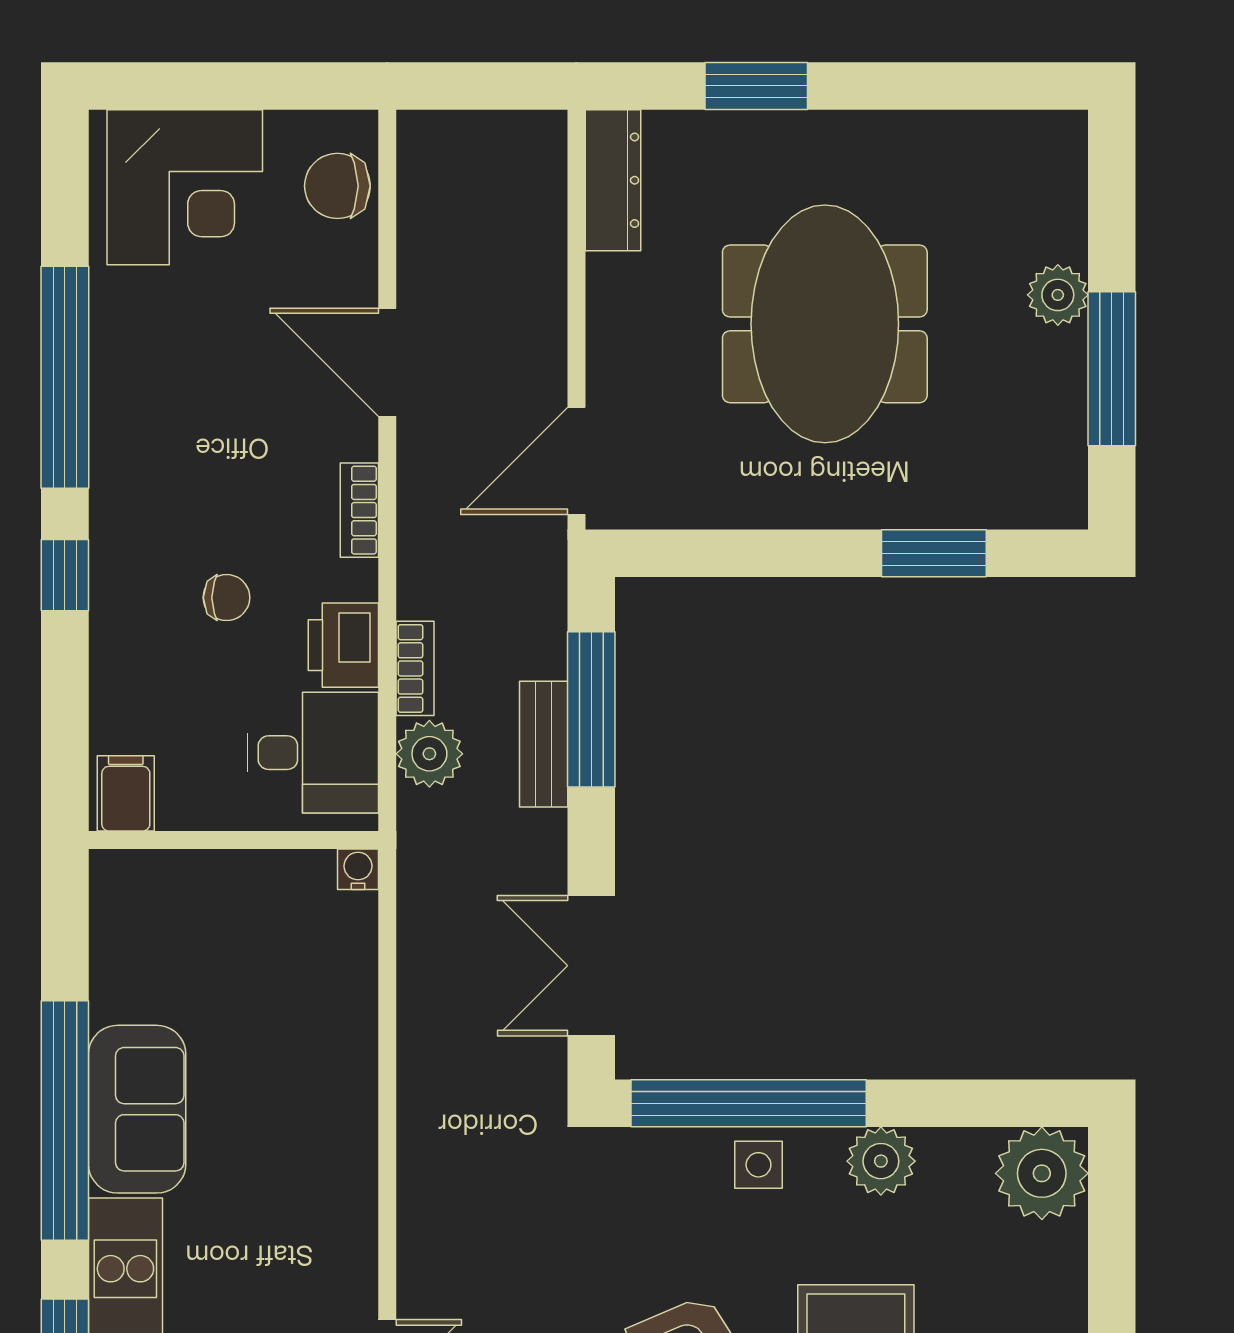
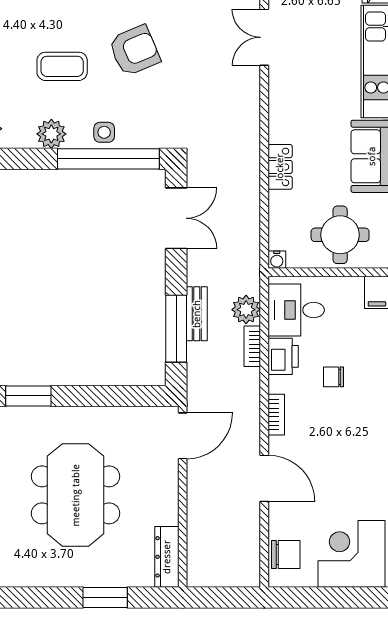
round table: (211, 927) -> (340, 235), added
locker: (351, 1084) -> (280, 167), added

